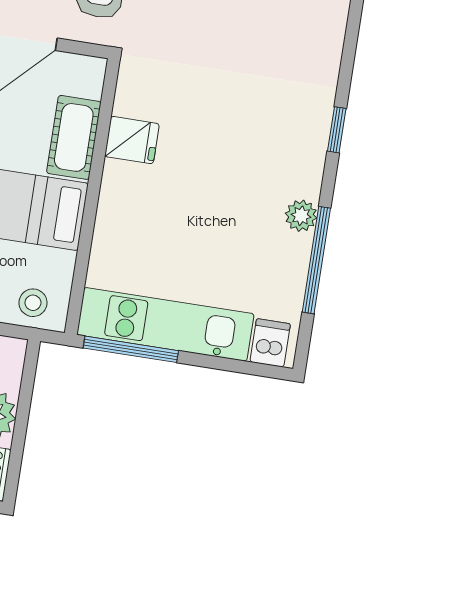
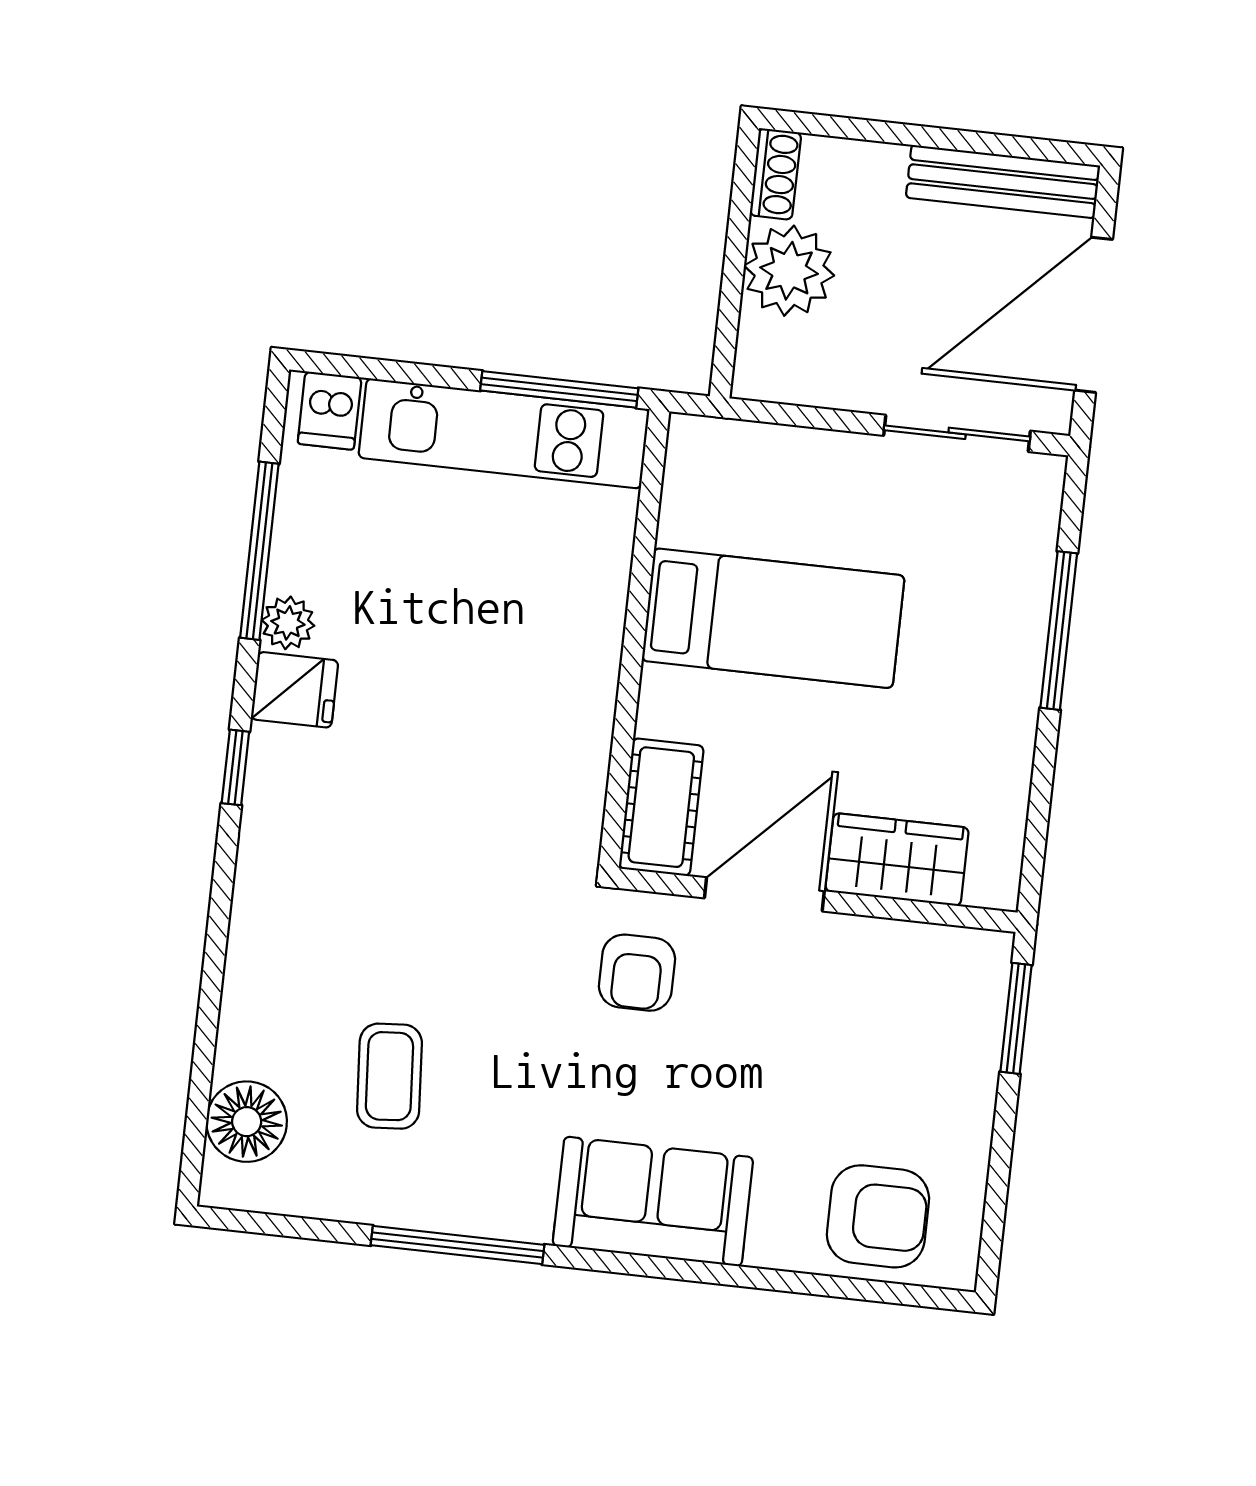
cot: (74, 137) -> (661, 807), moved
fridge: (132, 140) -> (295, 690), moved, turned 180
stool: (33, 303) -> (724, 459), removed

